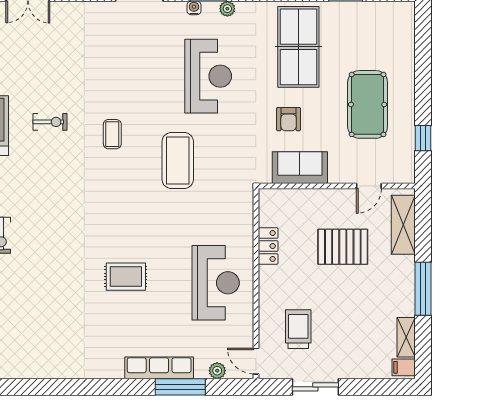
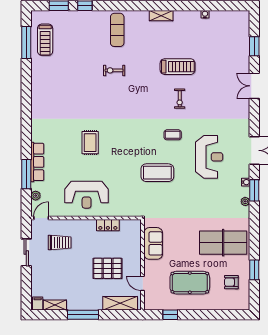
reception desk: (208, 76) -> (209, 157), moved, turned -90
armchair: (289, 119) -> (231, 282), moved
pallet: (343, 247) -> (107, 268), turned 90

